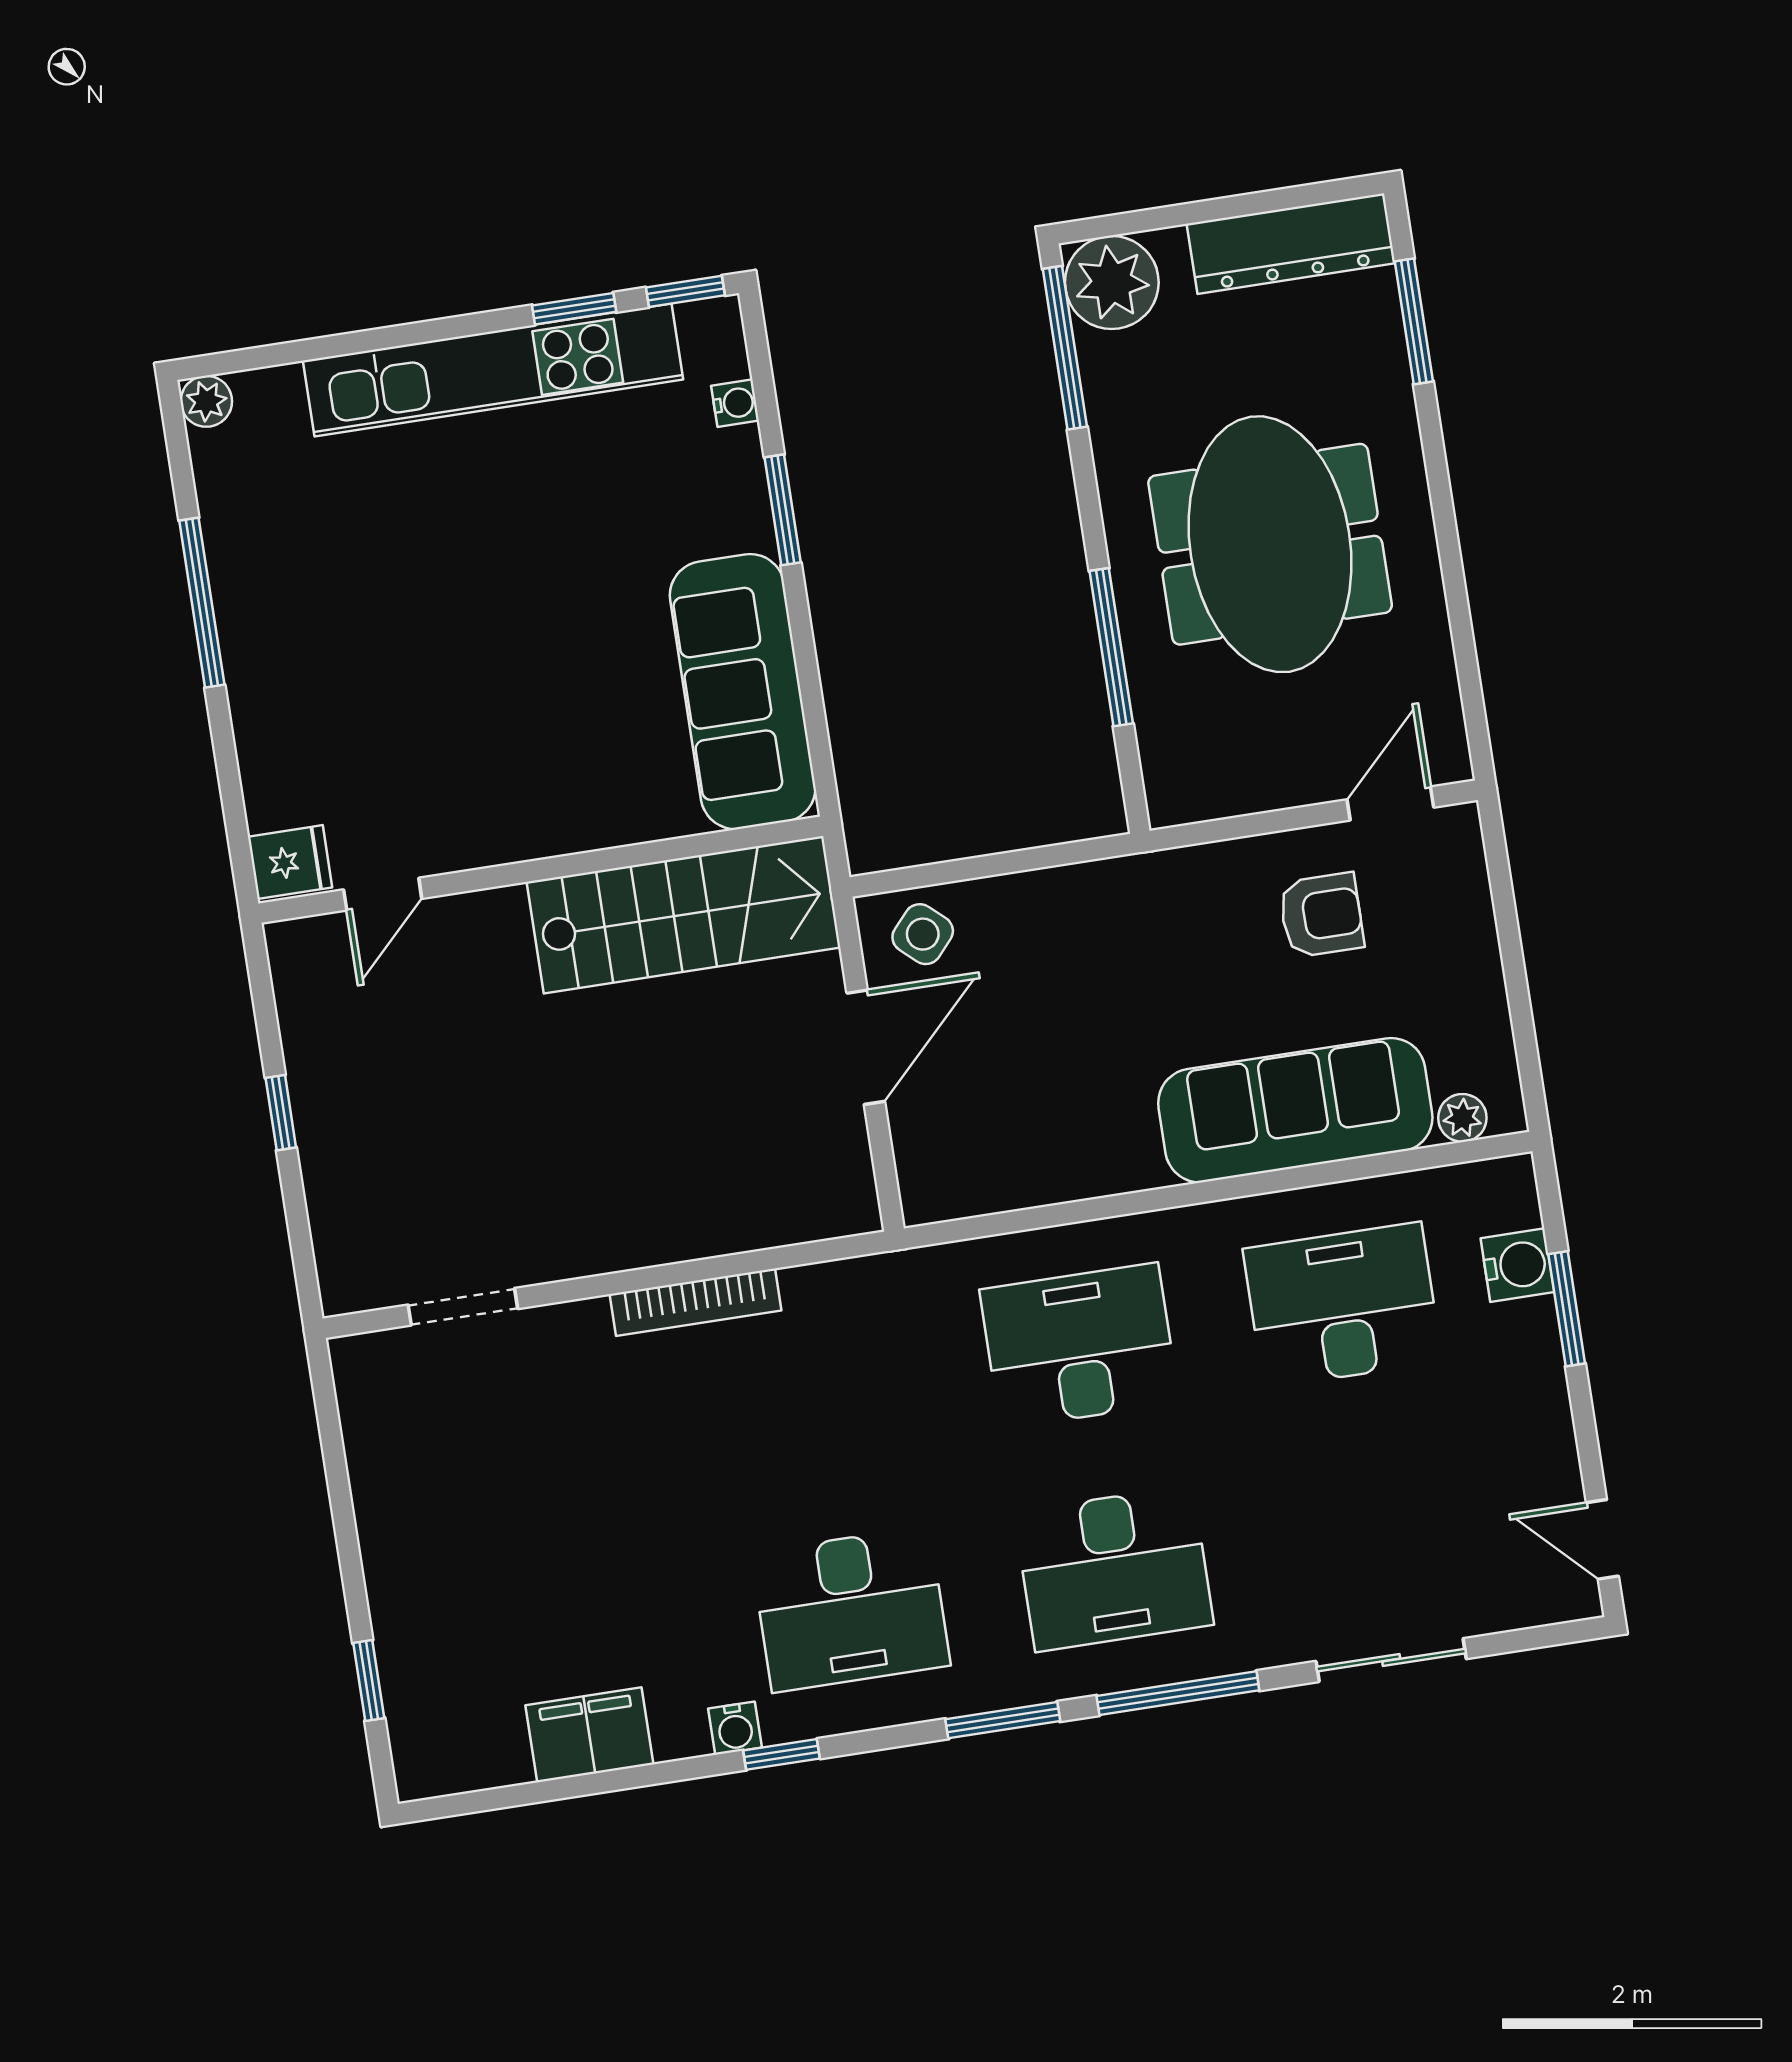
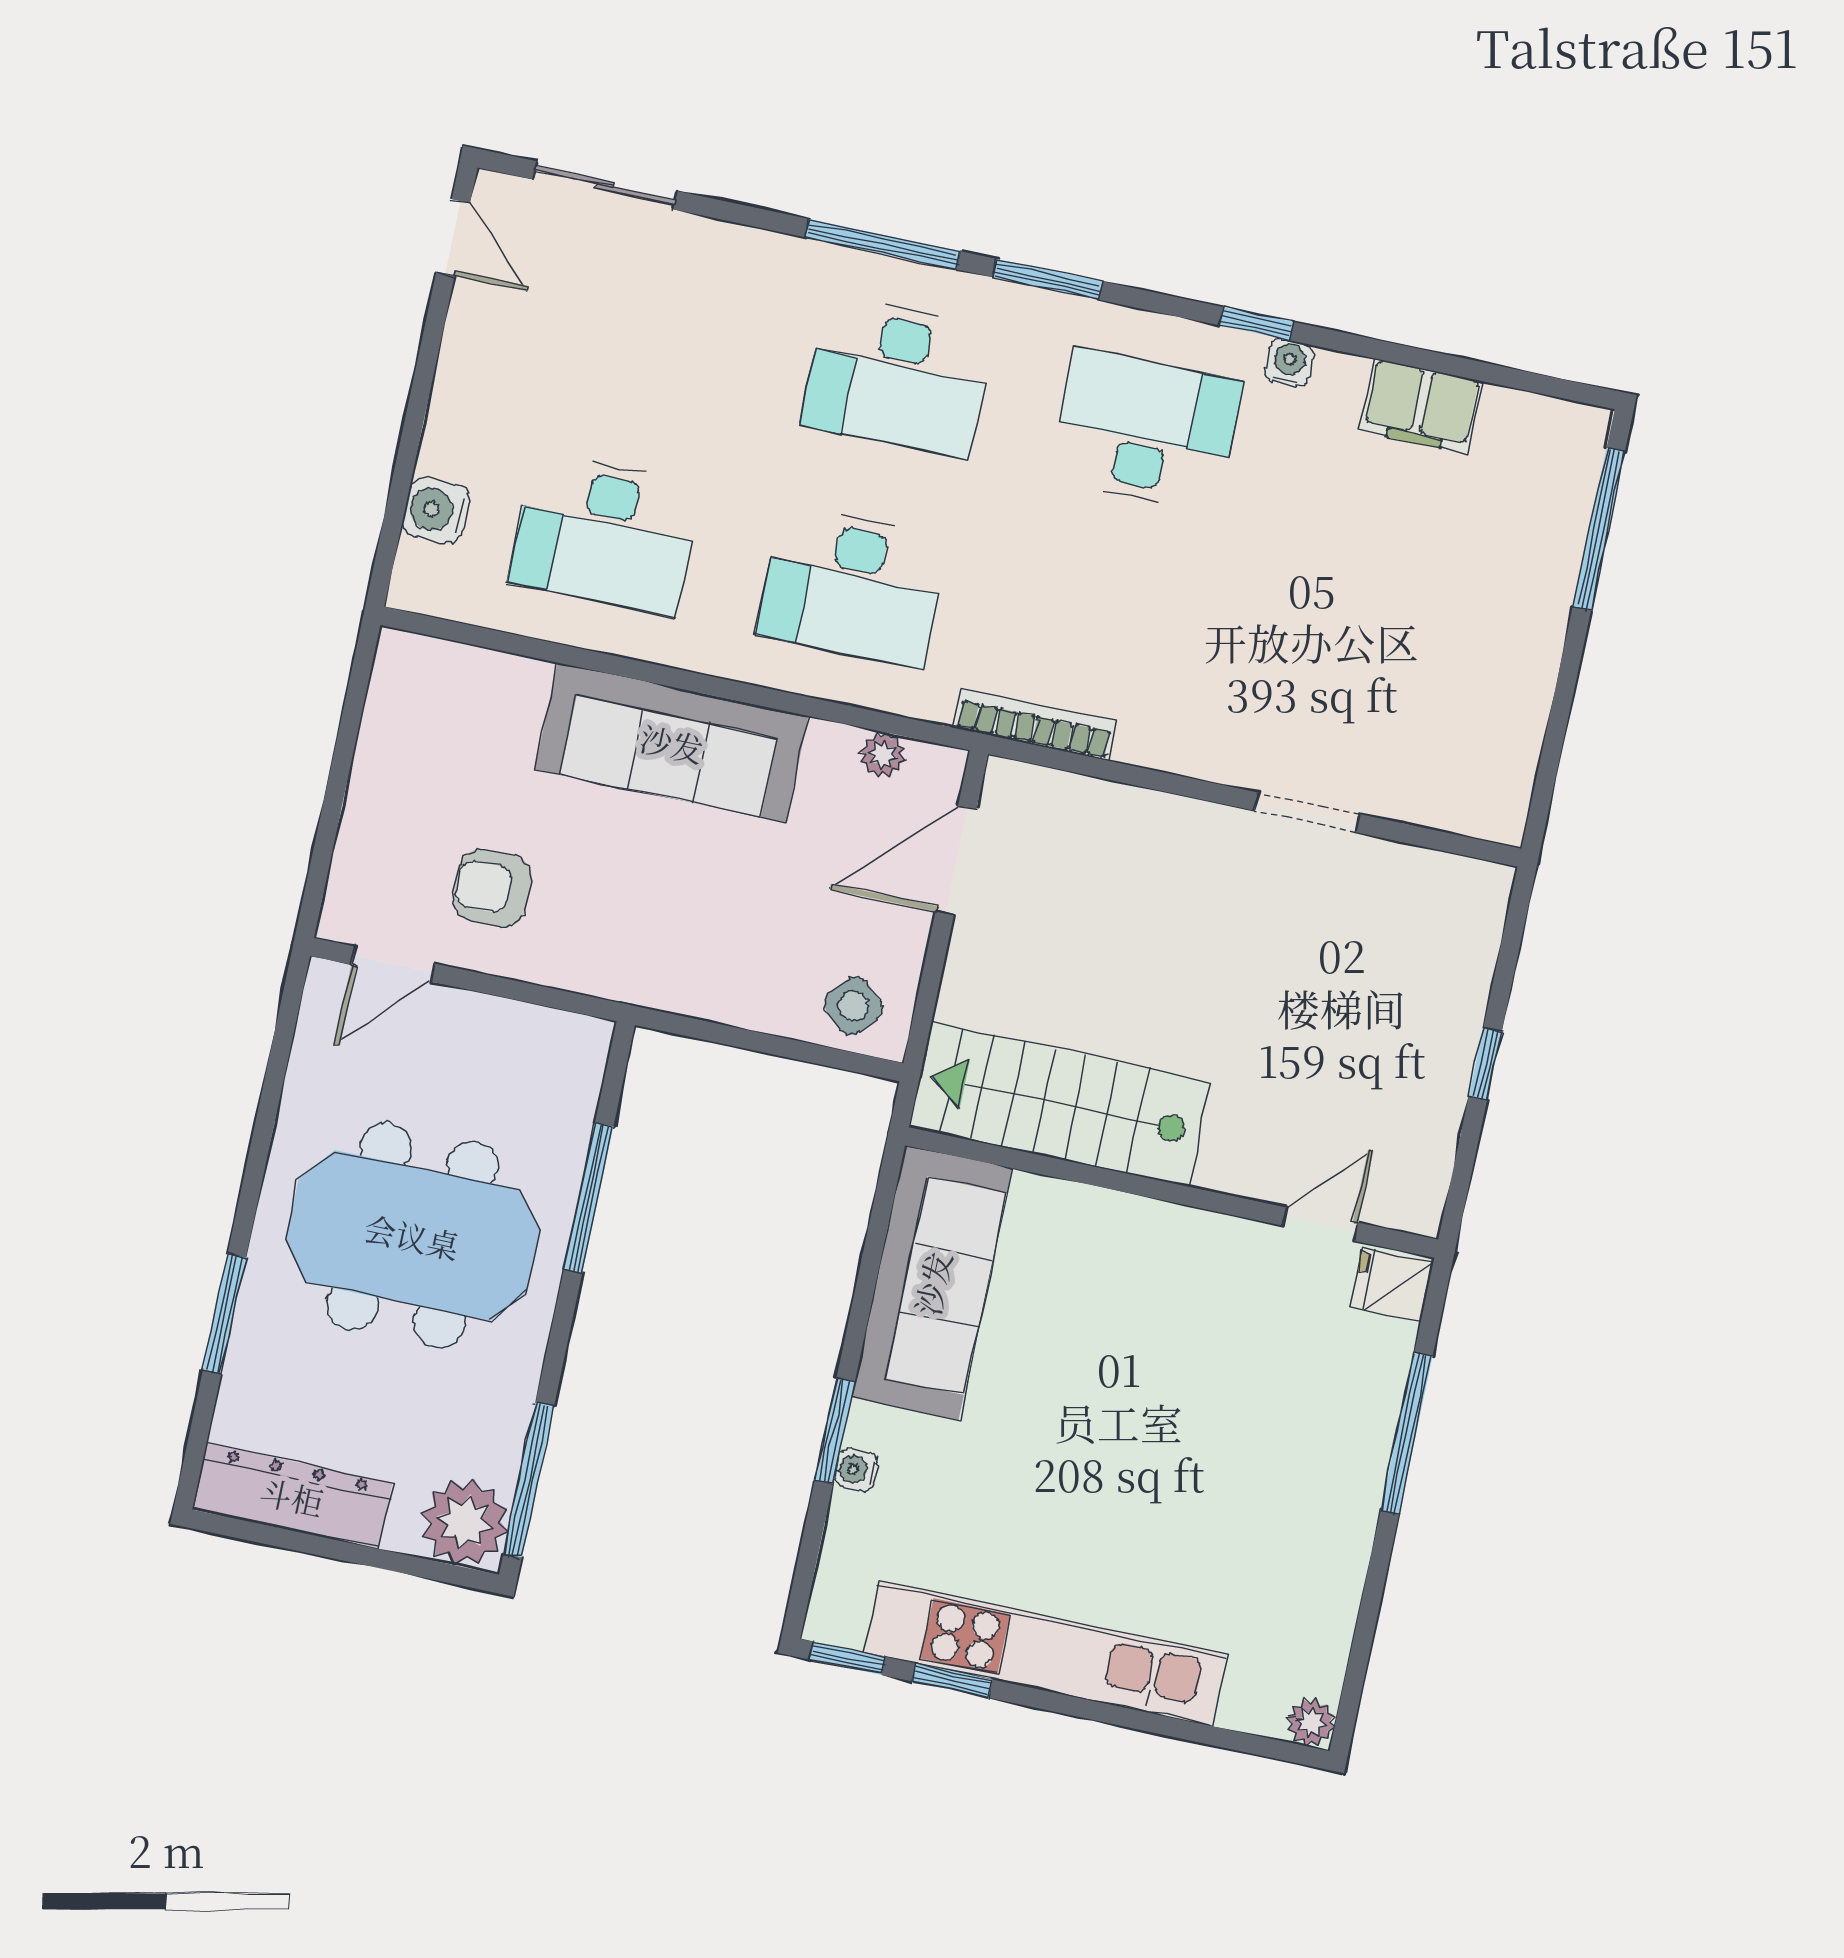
window: (1414, 321) -> (224, 1314), moved
water cooler: (735, 403) -> (856, 1470), moved
meeting table: (1270, 544) -> (412, 1236), turned 90
window: (202, 603) -> (1407, 1433), moved
door: (866, 1047) -> (956, 861), moved
sofa: (1295, 1110) -> (672, 743), moved
plant: (1462, 1118) -> (883, 755), moved
bookcase: (695, 1302) -> (1035, 724), moved
doorway: (463, 1307) -> (1307, 812), moved
window: (1567, 1309) -> (407, 455), removed
desk: (1114, 1568) -> (898, 377), turned 180
sliding door: (1391, 1660) -> (605, 185), moved
window: (369, 1680) -> (1599, 529), width x2.17

